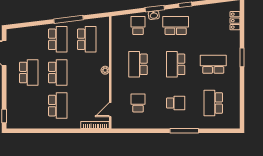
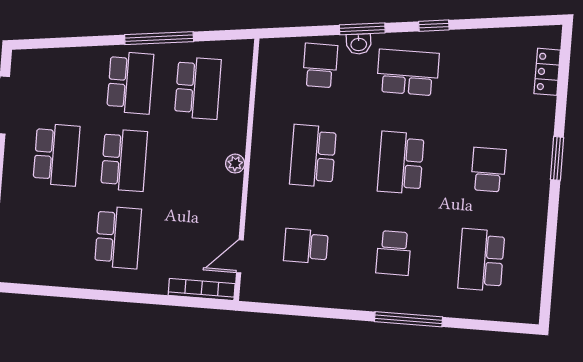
school desk: (213, 64) -> (488, 170), width x0.54
school desk: (138, 103) -> (306, 246), turned -90
school desk: (176, 103) -> (394, 253), turned 90

